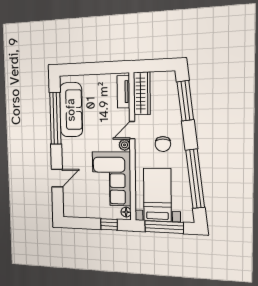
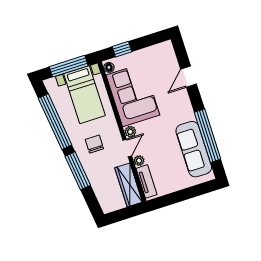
window: (185, 101) -> (78, 171), moved
plant: (125, 114) -> (139, 161), added

